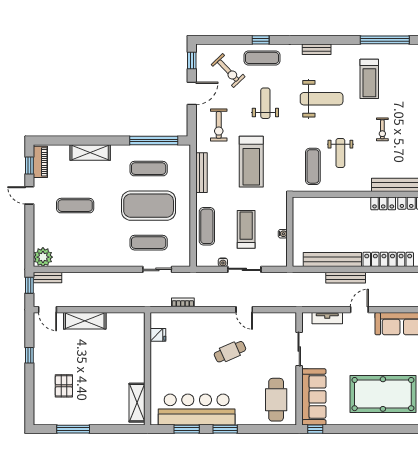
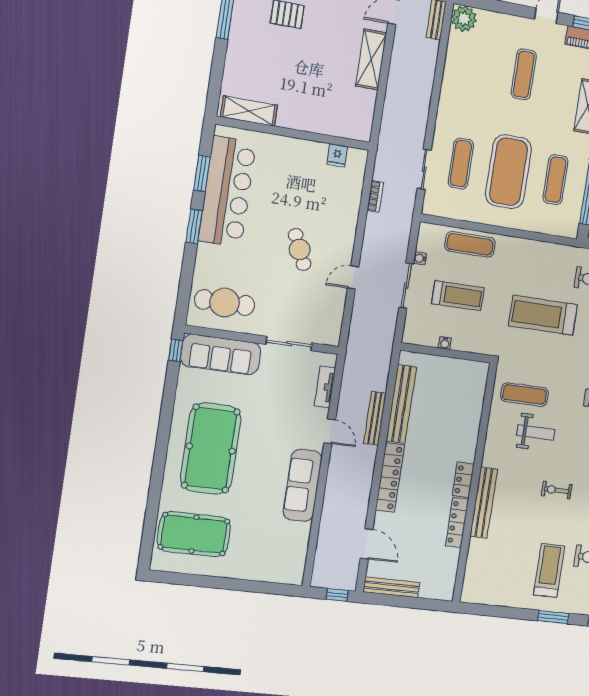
weight bench: (340, 153) -> (536, 432), turned 180
bench: (201, 173) -> (540, 248), removed

